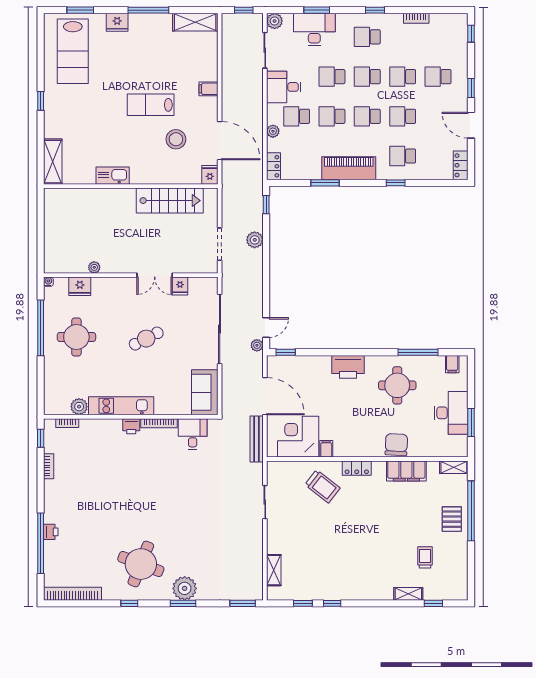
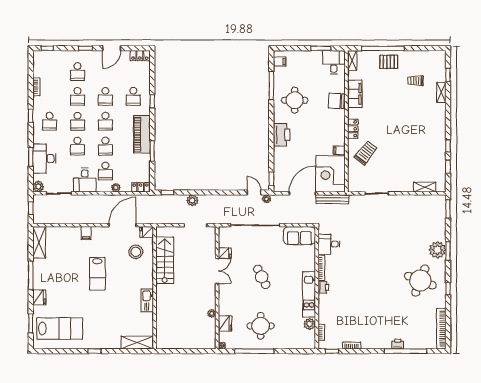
stool: (176, 139) -> (136, 252), moved
desk: (451, 413) -> (334, 62), moved, width x0.73

